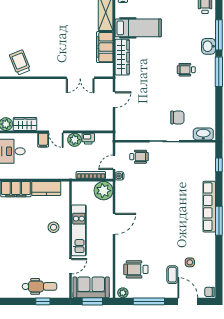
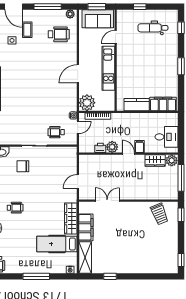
stool: (53, 227) -> (130, 71), removed
dental chair: (39, 286) -> (153, 28), moved

